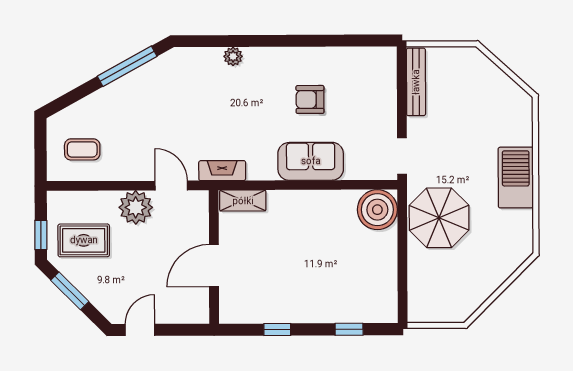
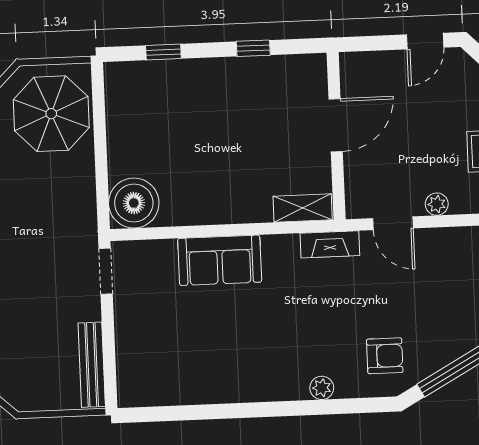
armchair: (310, 99) -> (385, 356), moved
plant: (136, 207) -> (437, 204), width x0.53, depth x0.53
parasol: (439, 218) -> (51, 114), moved

